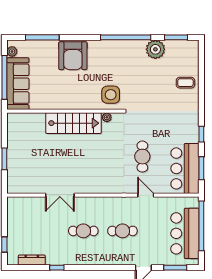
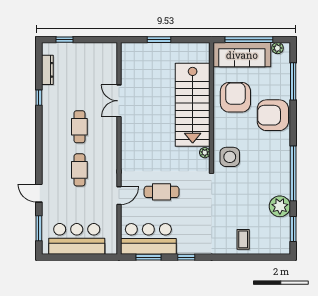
armchair: (57, 90) -> (235, 97), added
stairs: (73, 123) -> (193, 105), width x1.36, depth x1.51
window: (201, 226) -> (85, 257), removed

